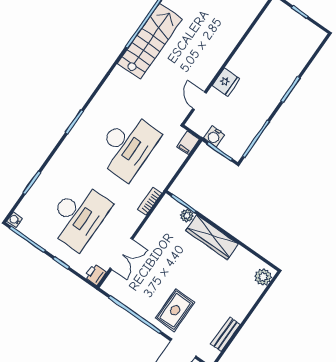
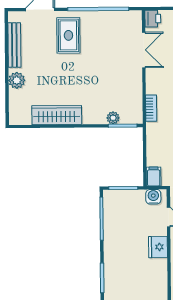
water cooler: (214, 136) -> (153, 197), moved
wardrobe: (212, 237) -> (57, 115), moved
double door: (121, 254) -> (144, 50), swing flipped
plant: (263, 277) -> (17, 80), moved
bench: (226, 334) -> (14, 45), width x1.36

